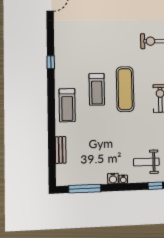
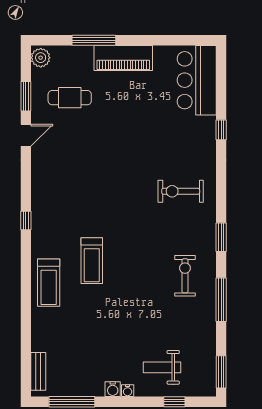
exercise mat: (125, 89) -> (133, 261), removed
bench: (61, 150) -> (38, 371), moved

